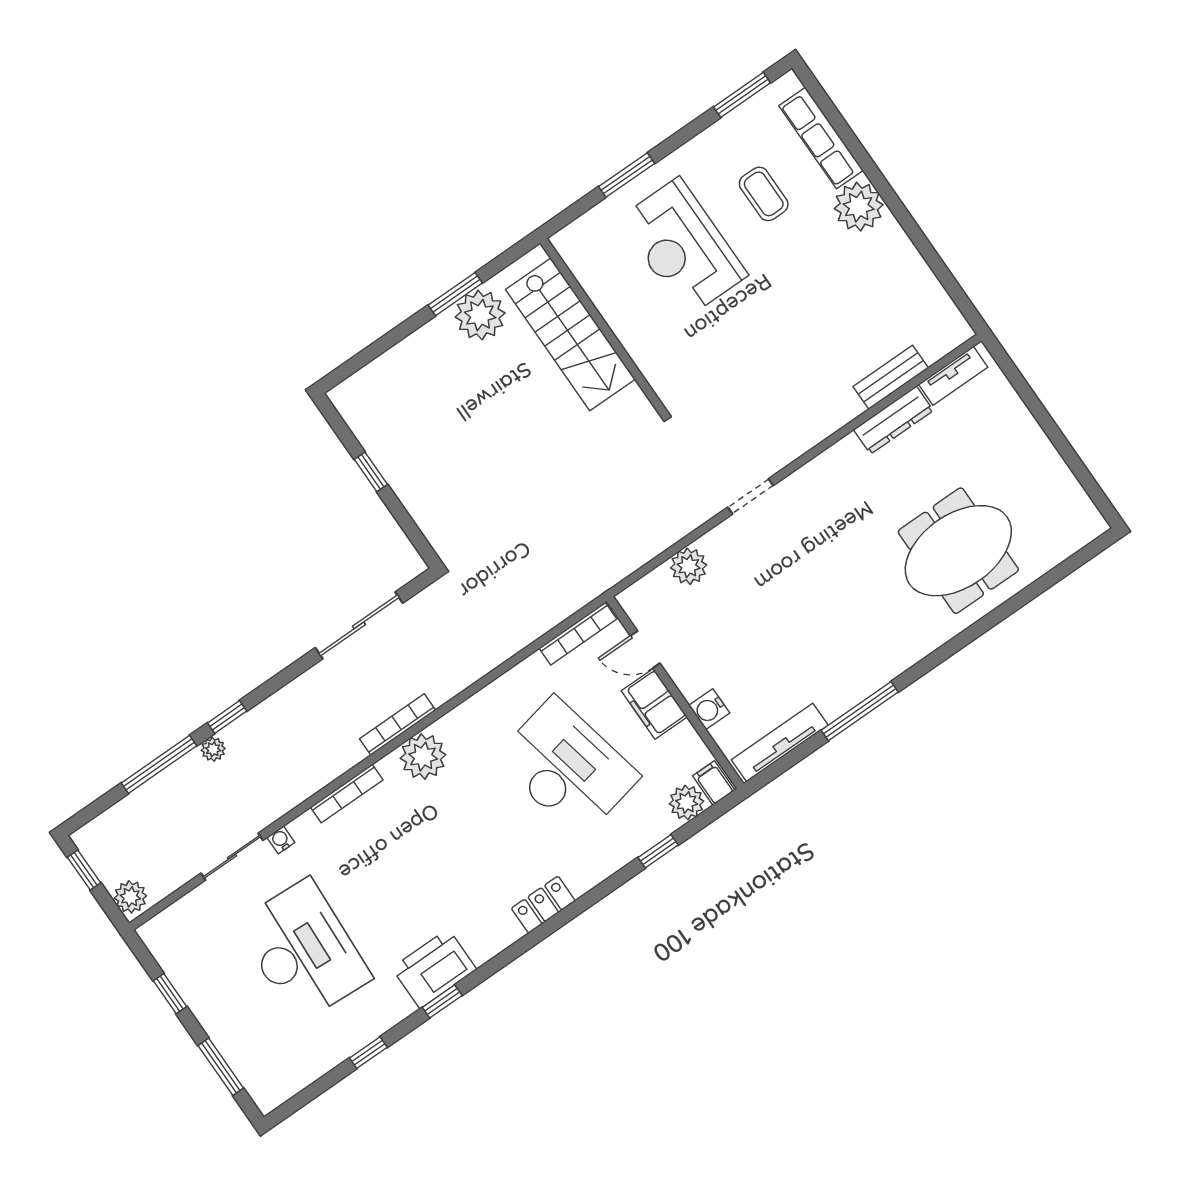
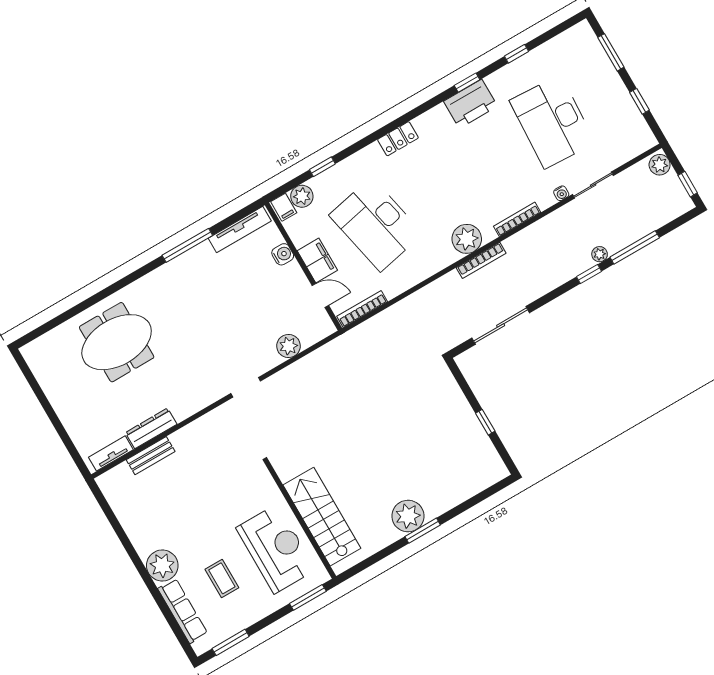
wall: (603, 326) -> (300, 520), moved
stairs: (570, 334) -> (322, 517), moved

